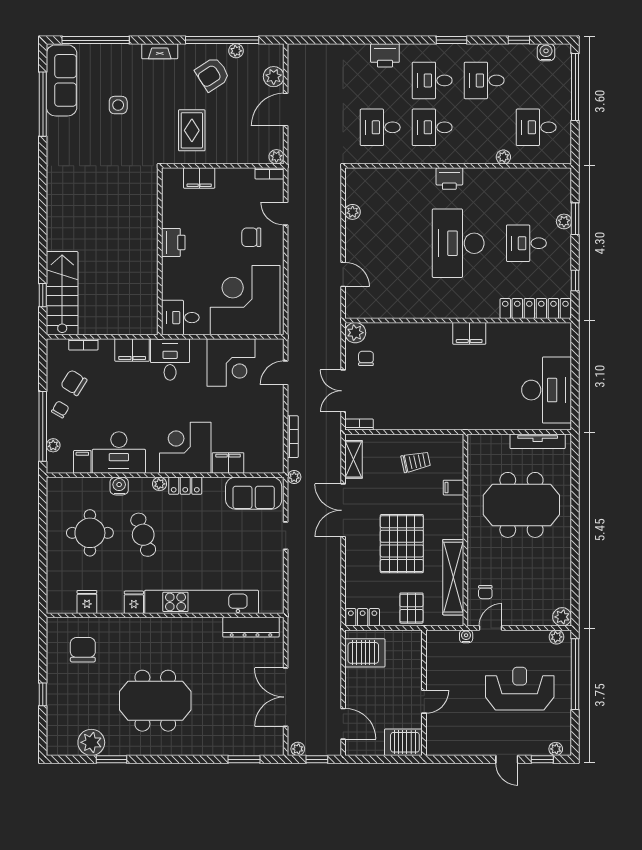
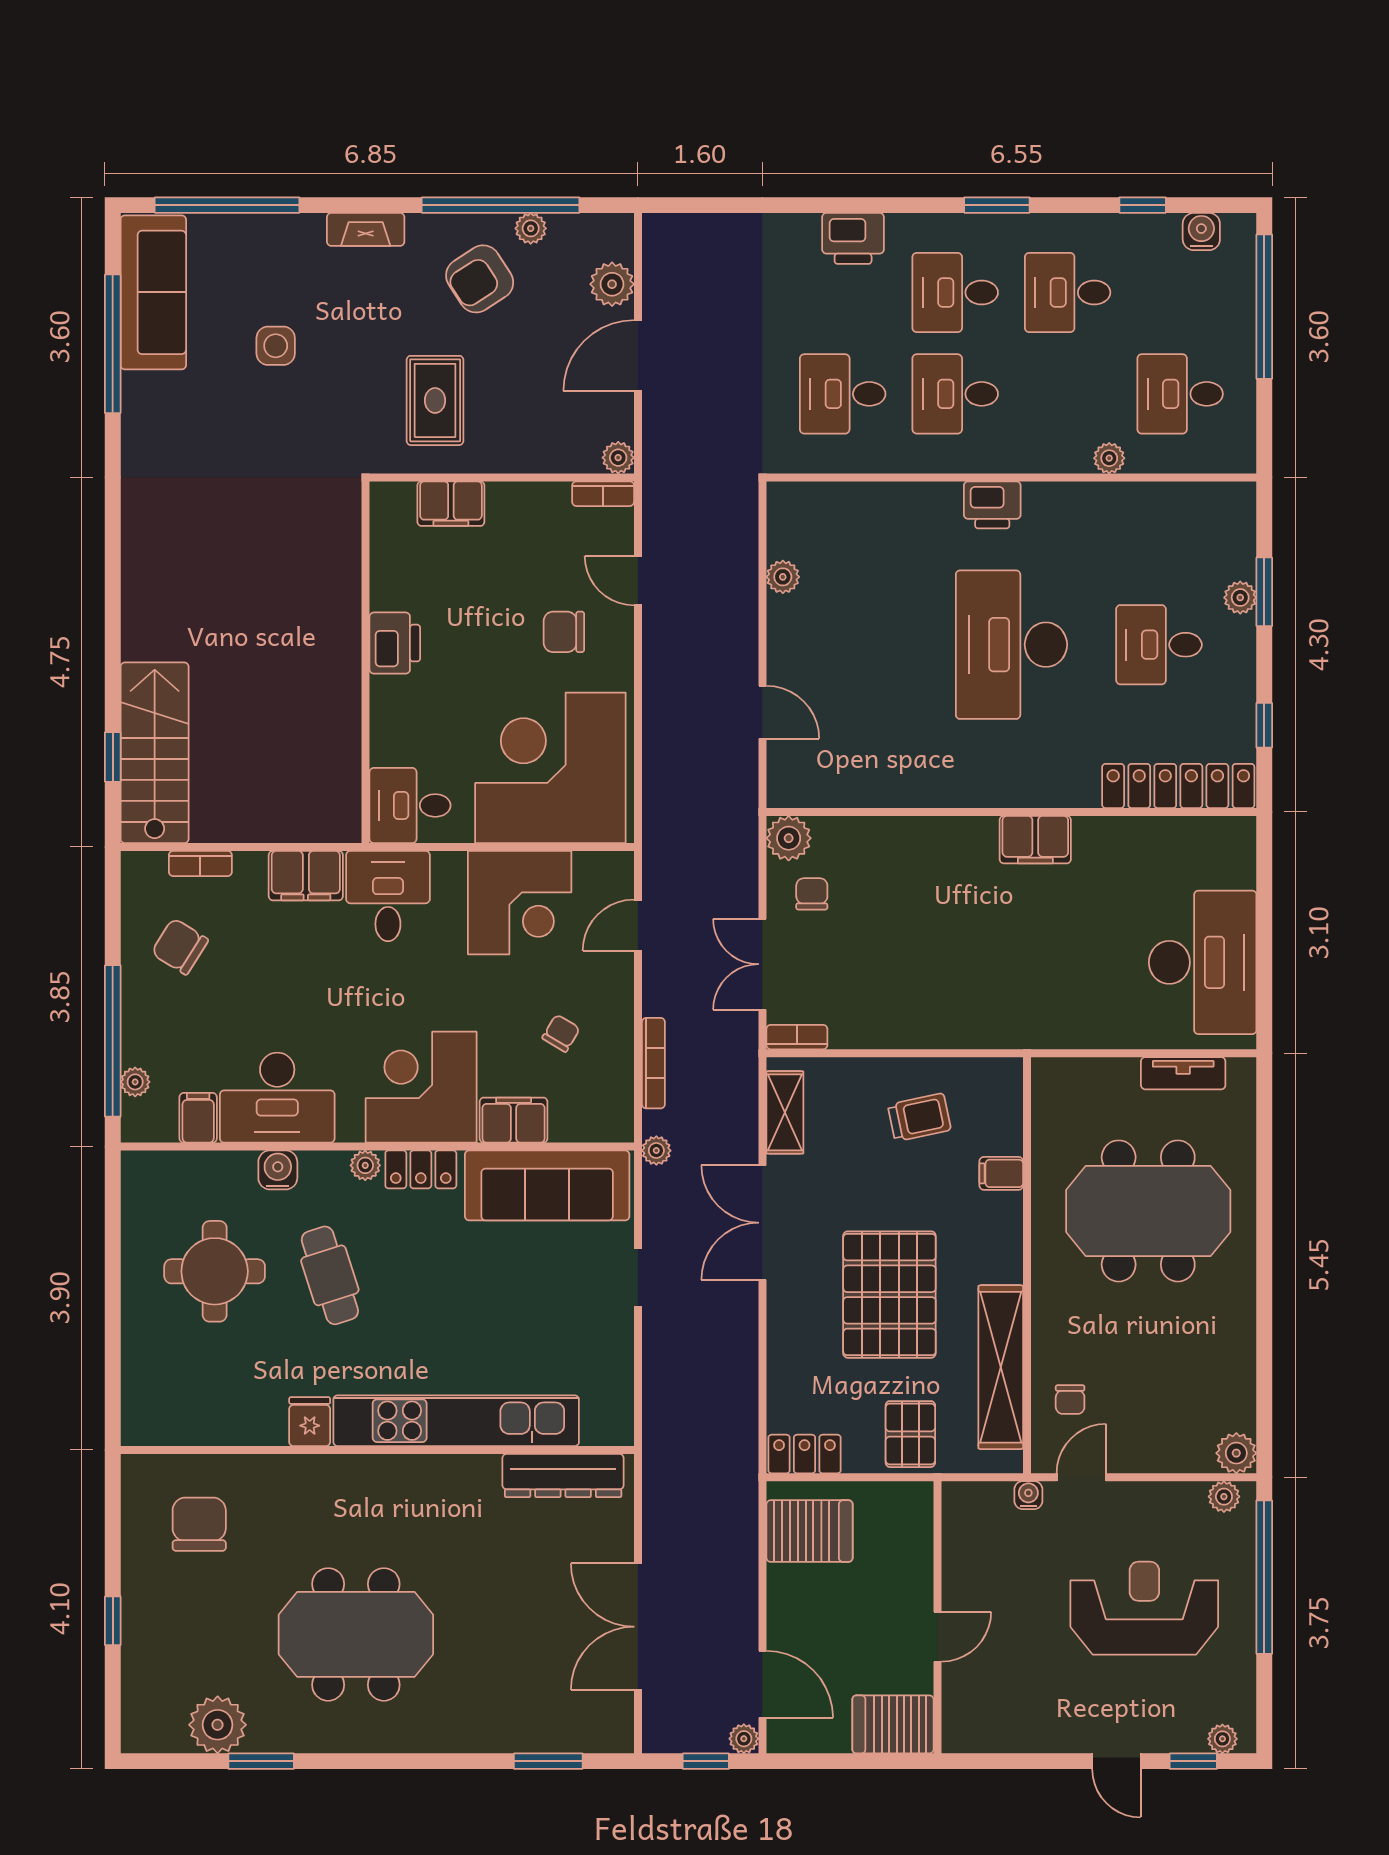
chair: (60, 409) -> (561, 1033), moved
tv unit: (538, 441) -> (1183, 1073), width x0.71
sofa: (254, 493) -> (547, 1185), width x1.36
fridge: (87, 602) -> (208, 1421), removed
plant: (298, 749) -> (744, 1739), moved

